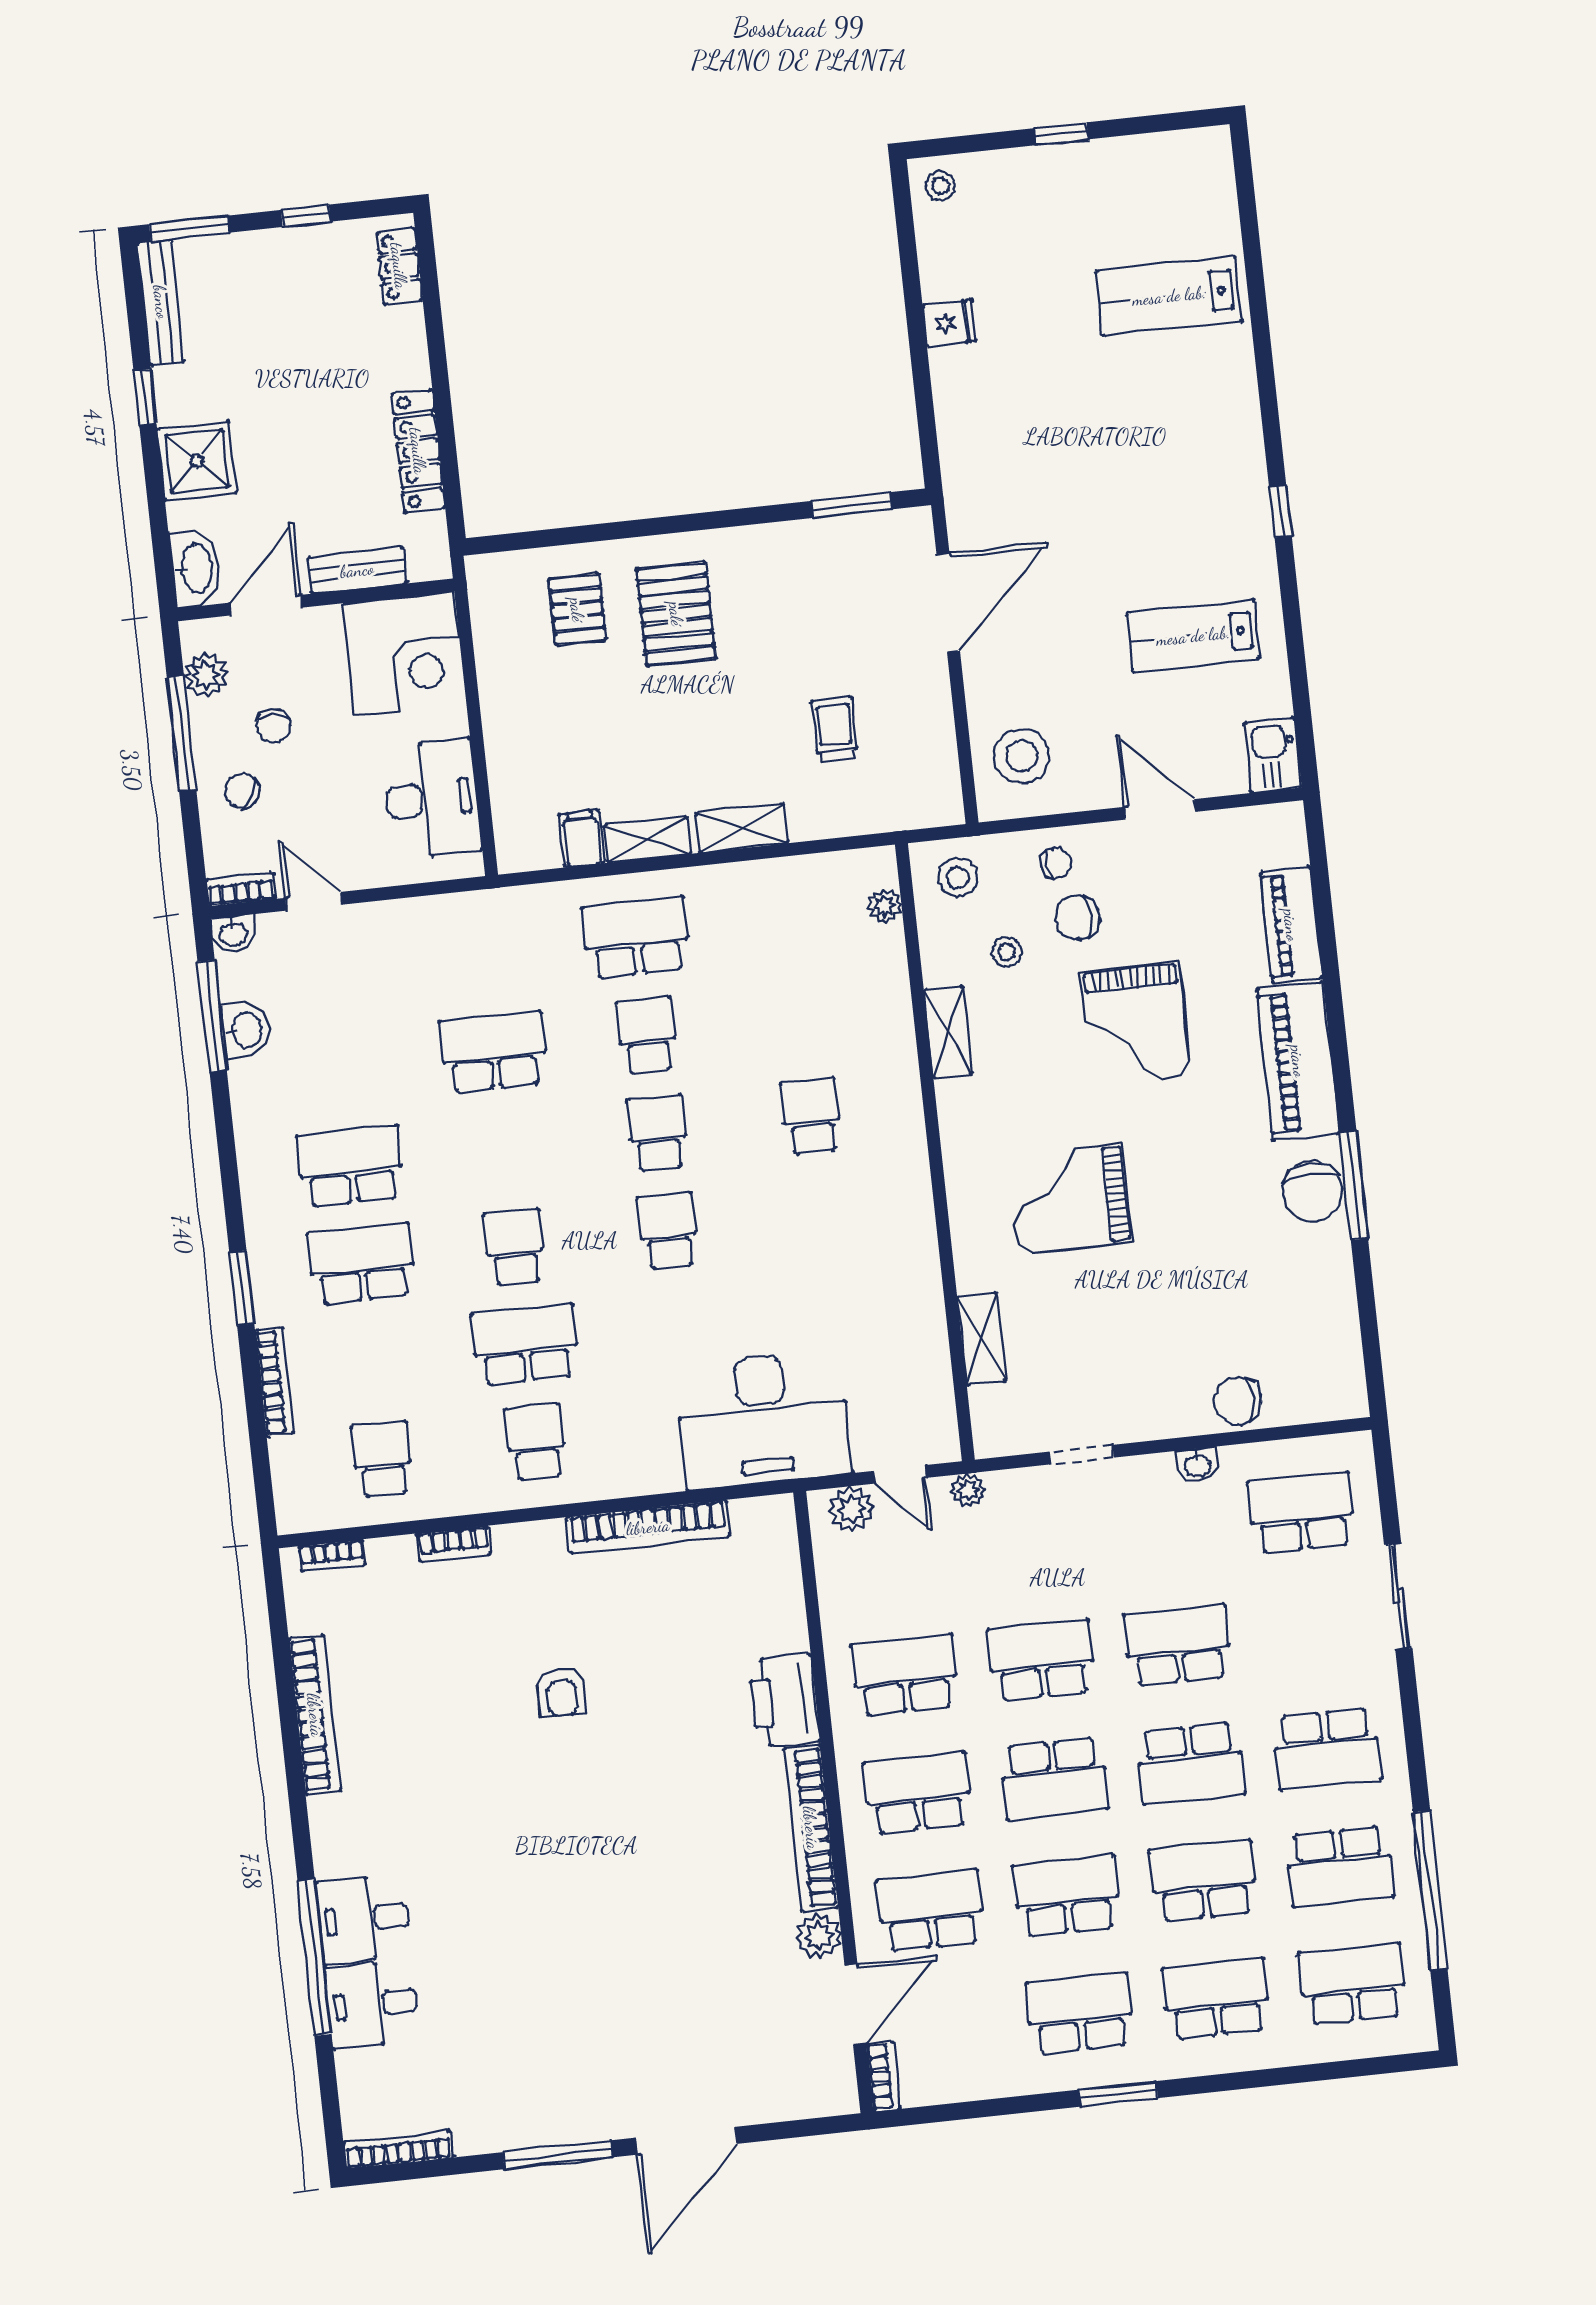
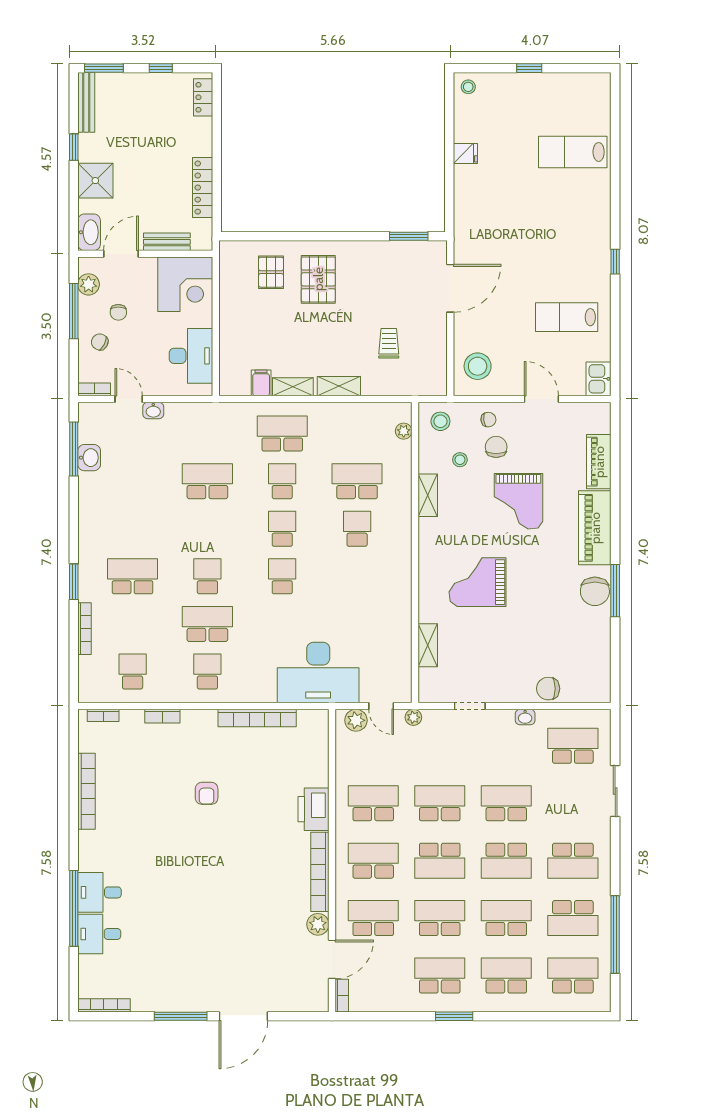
chair: (1078, 917) -> (496, 447), turned 90
washbasin: (233, 934) -> (153, 411), moved
school desk: (351, 1166) -> (357, 481), moved

